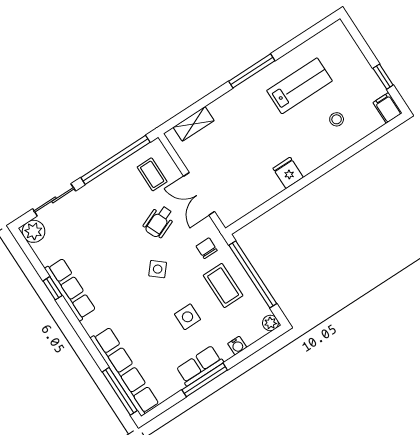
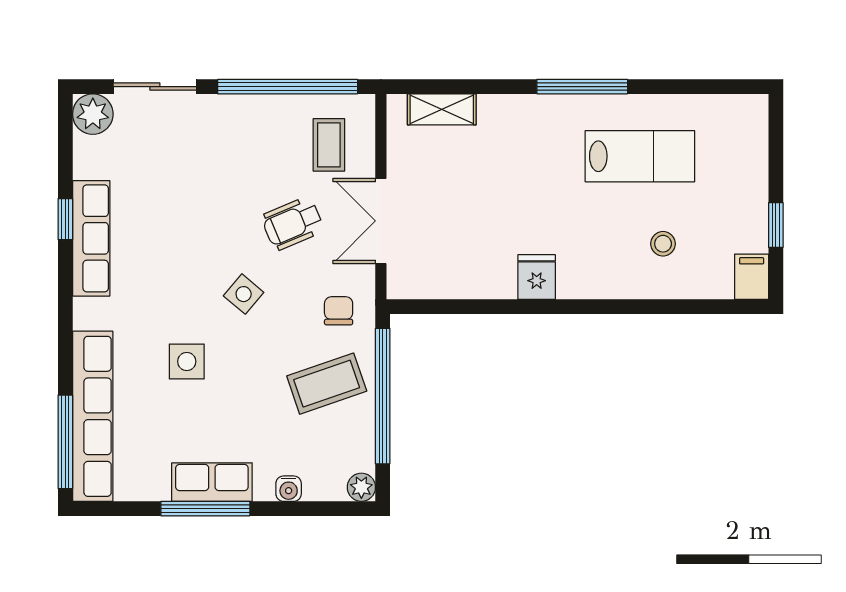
coffee table: (223, 286) -> (327, 384), turned 71
side table: (187, 317) -> (187, 361), moved

